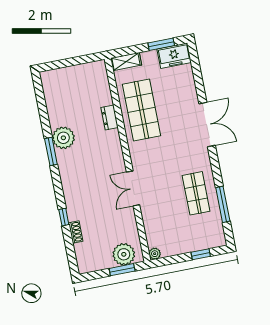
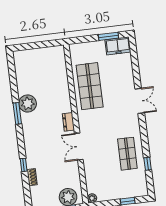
shelving: (126, 62) -> (80, 48), removed
dresser: (110, 118) -> (68, 122), moved
double door: (207, 124) -> (140, 101), width x0.73
window: (223, 204) -> (148, 164), width x0.46

